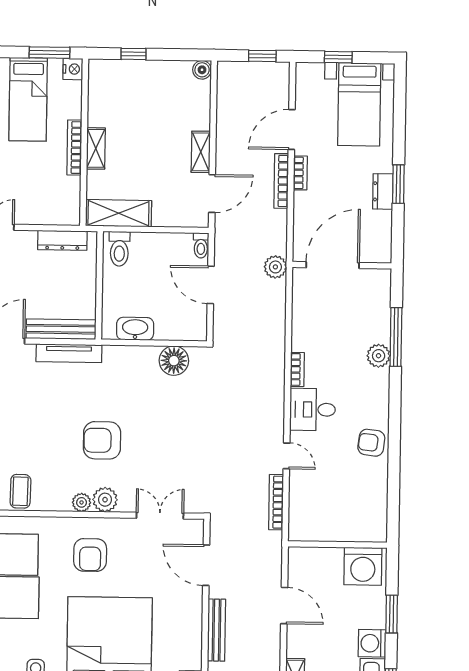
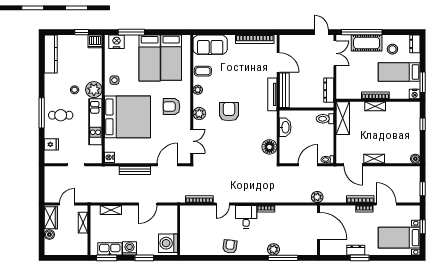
plant: (82, 502) -> (198, 90), moved

